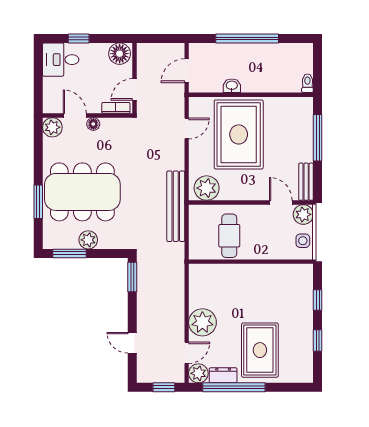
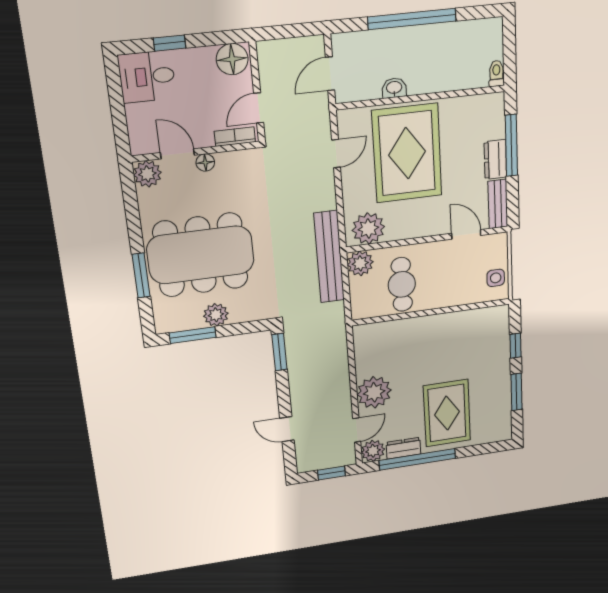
dresser: (305, 147) -> (495, 159), added
plant: (303, 214) -> (360, 263), moved
window: (318, 341) -> (516, 392), width x1.50

